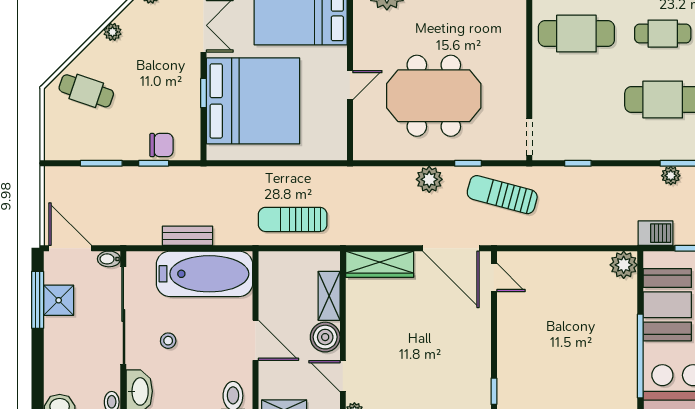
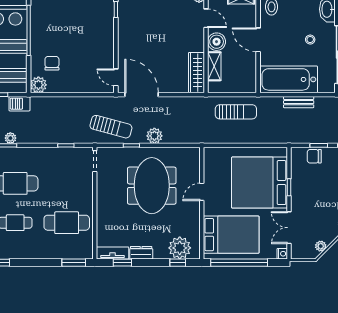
meeting table: (434, 96) -> (152, 186), turned 90
wardrobe: (380, 264) -> (196, 73), moved, turned -90
chair: (601, 301) -> (52, 63), added

